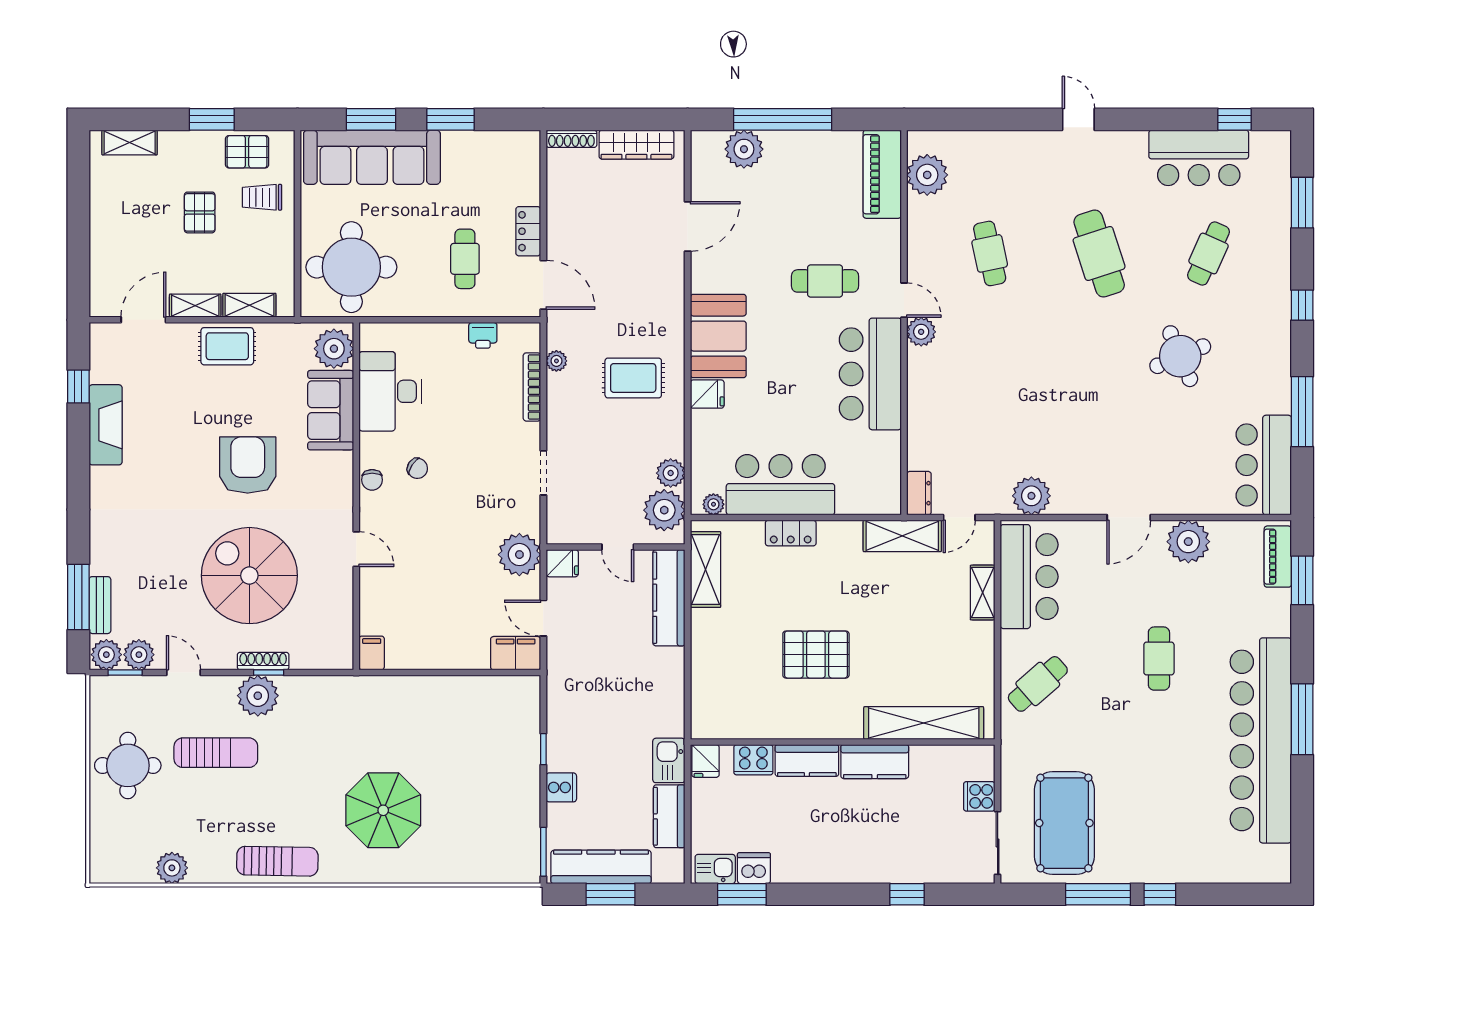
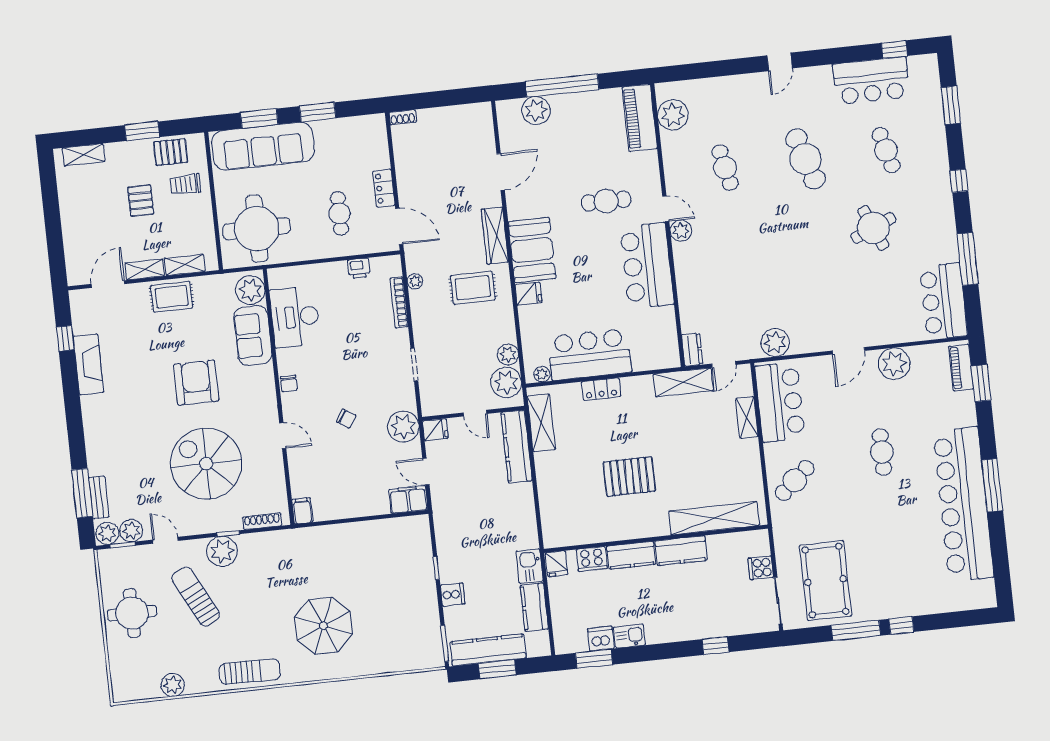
door: (1078, 119) -> (780, 62), swing flipped
shoe rack: (571, 139) -> (403, 117), width x0.70
wardrobe: (636, 145) -> (495, 236), moved, turned 90
cafe table: (1209, 253) -> (886, 150), turned -39
chair: (417, 468) -> (346, 419), moved
shoe rack: (263, 661) -> (262, 521), moved
sun lounger: (216, 753) -> (196, 597), turned -117
kitchen sink: (715, 869) -> (629, 636), moved

